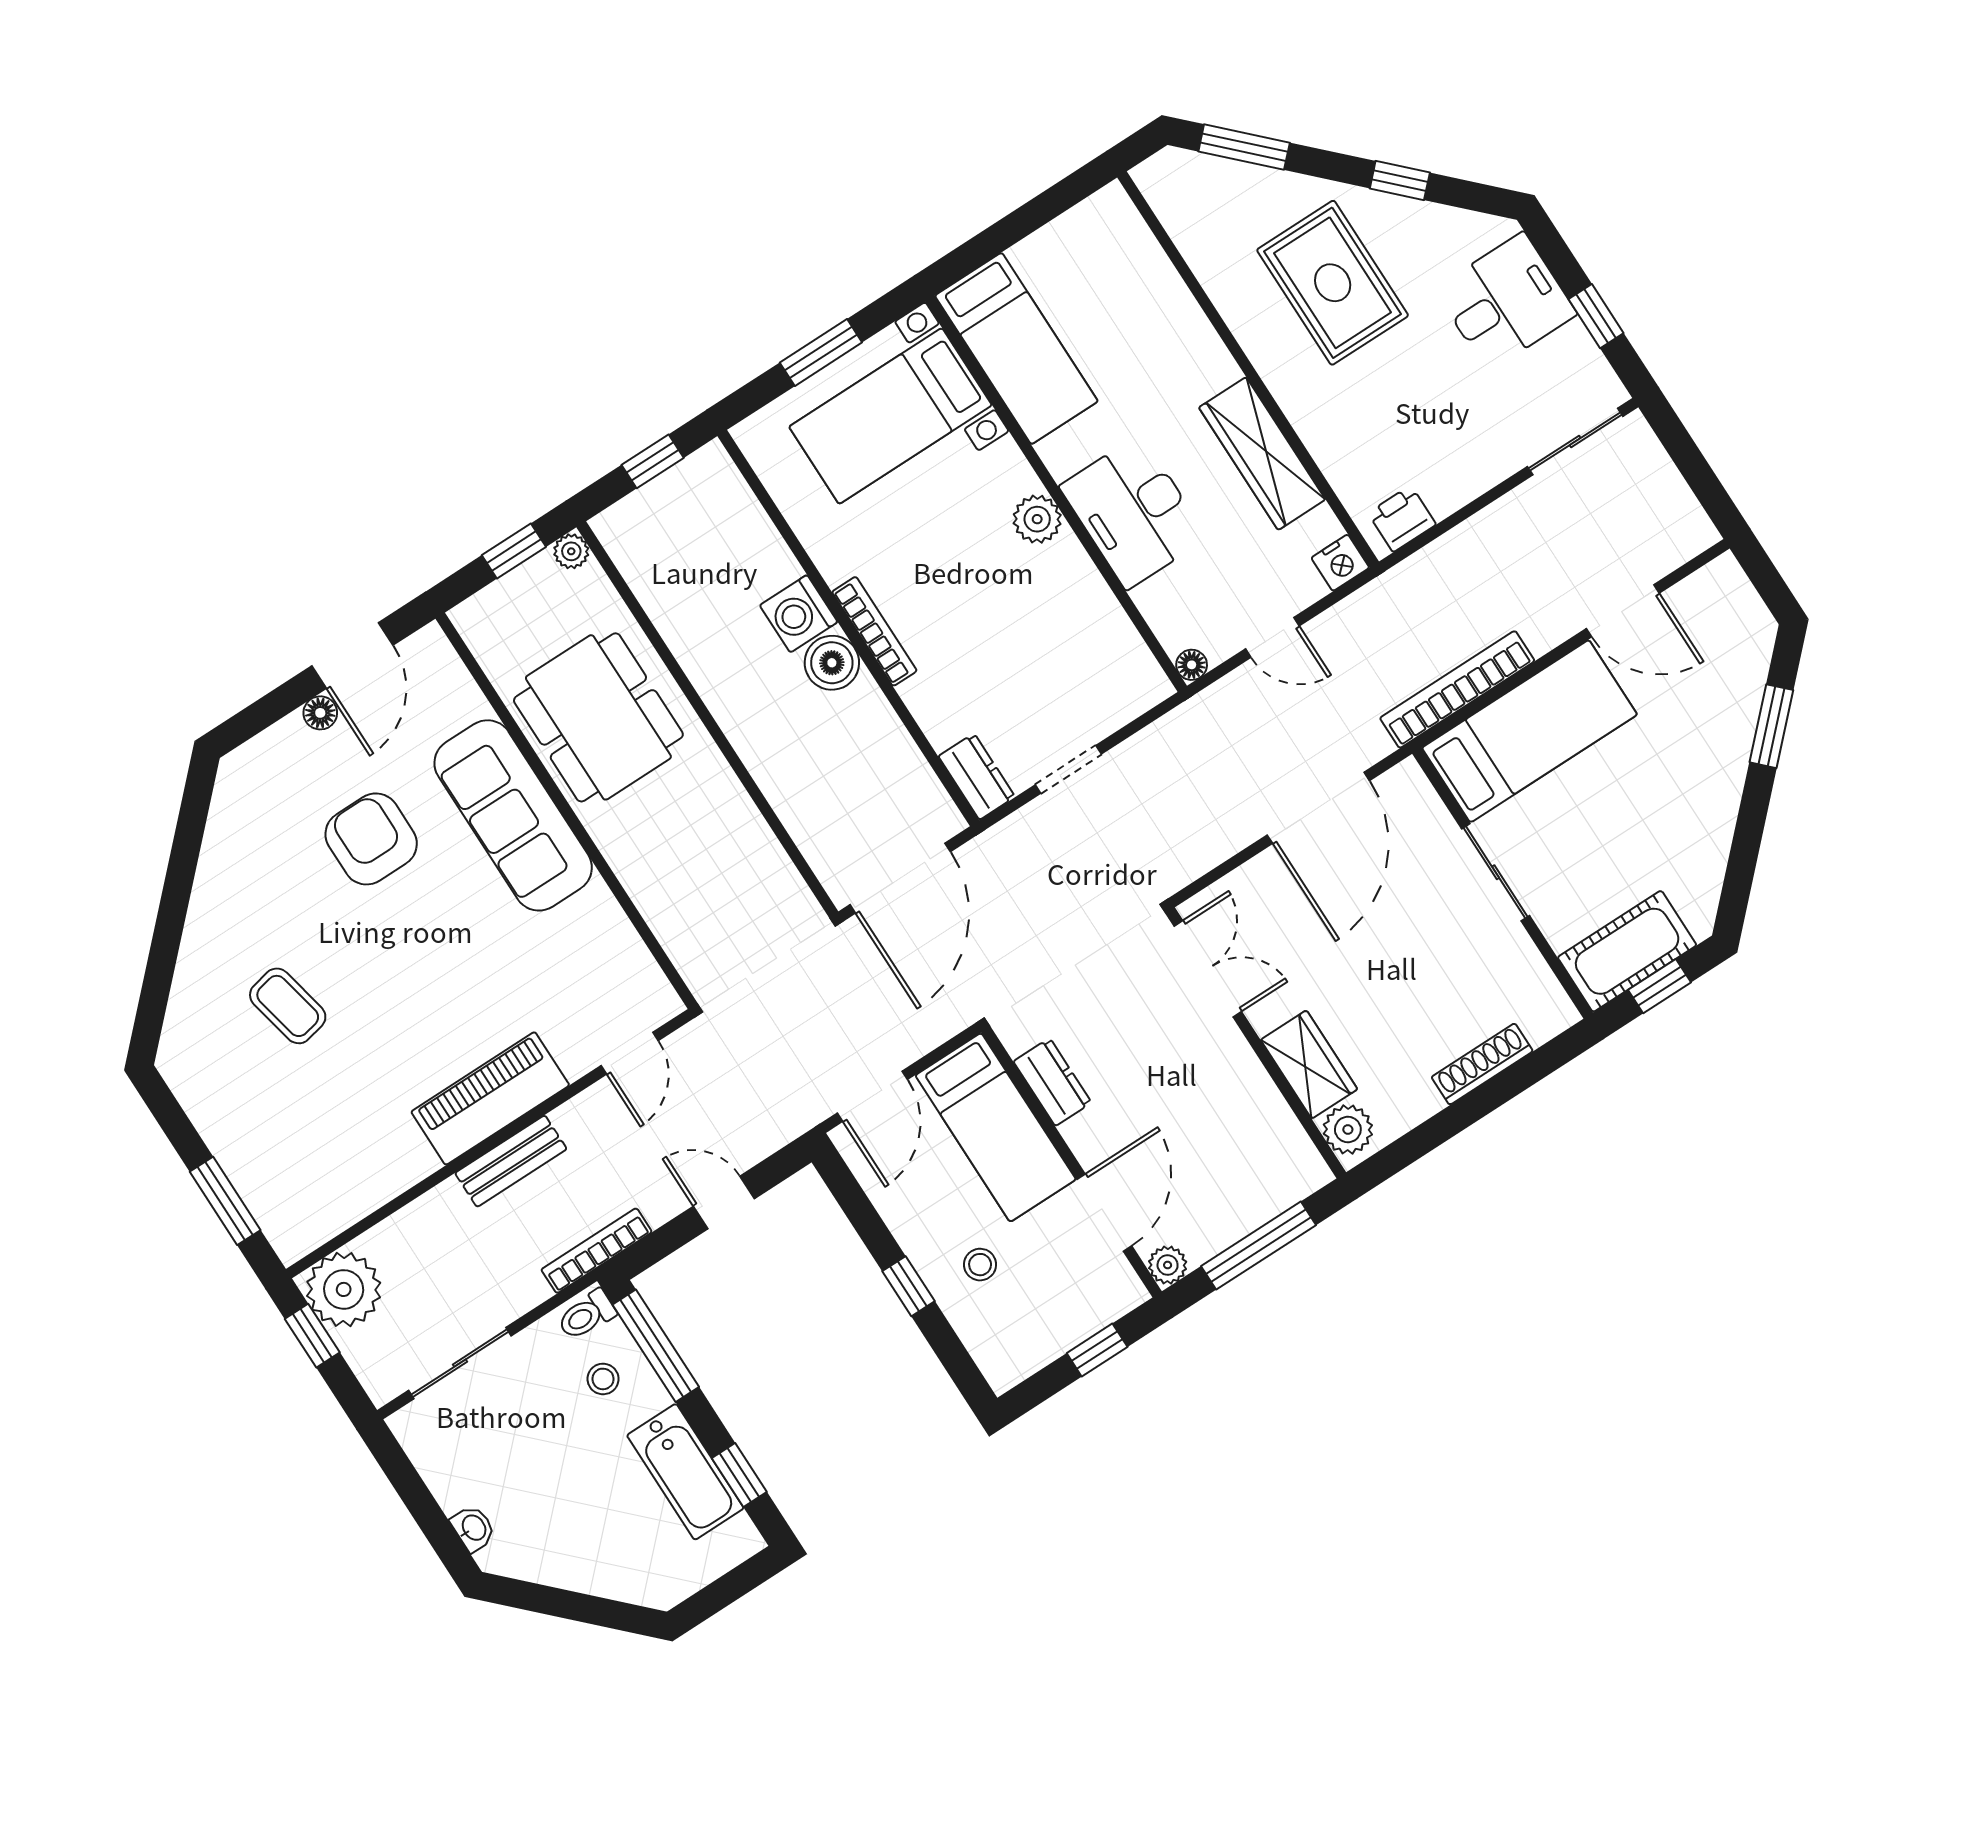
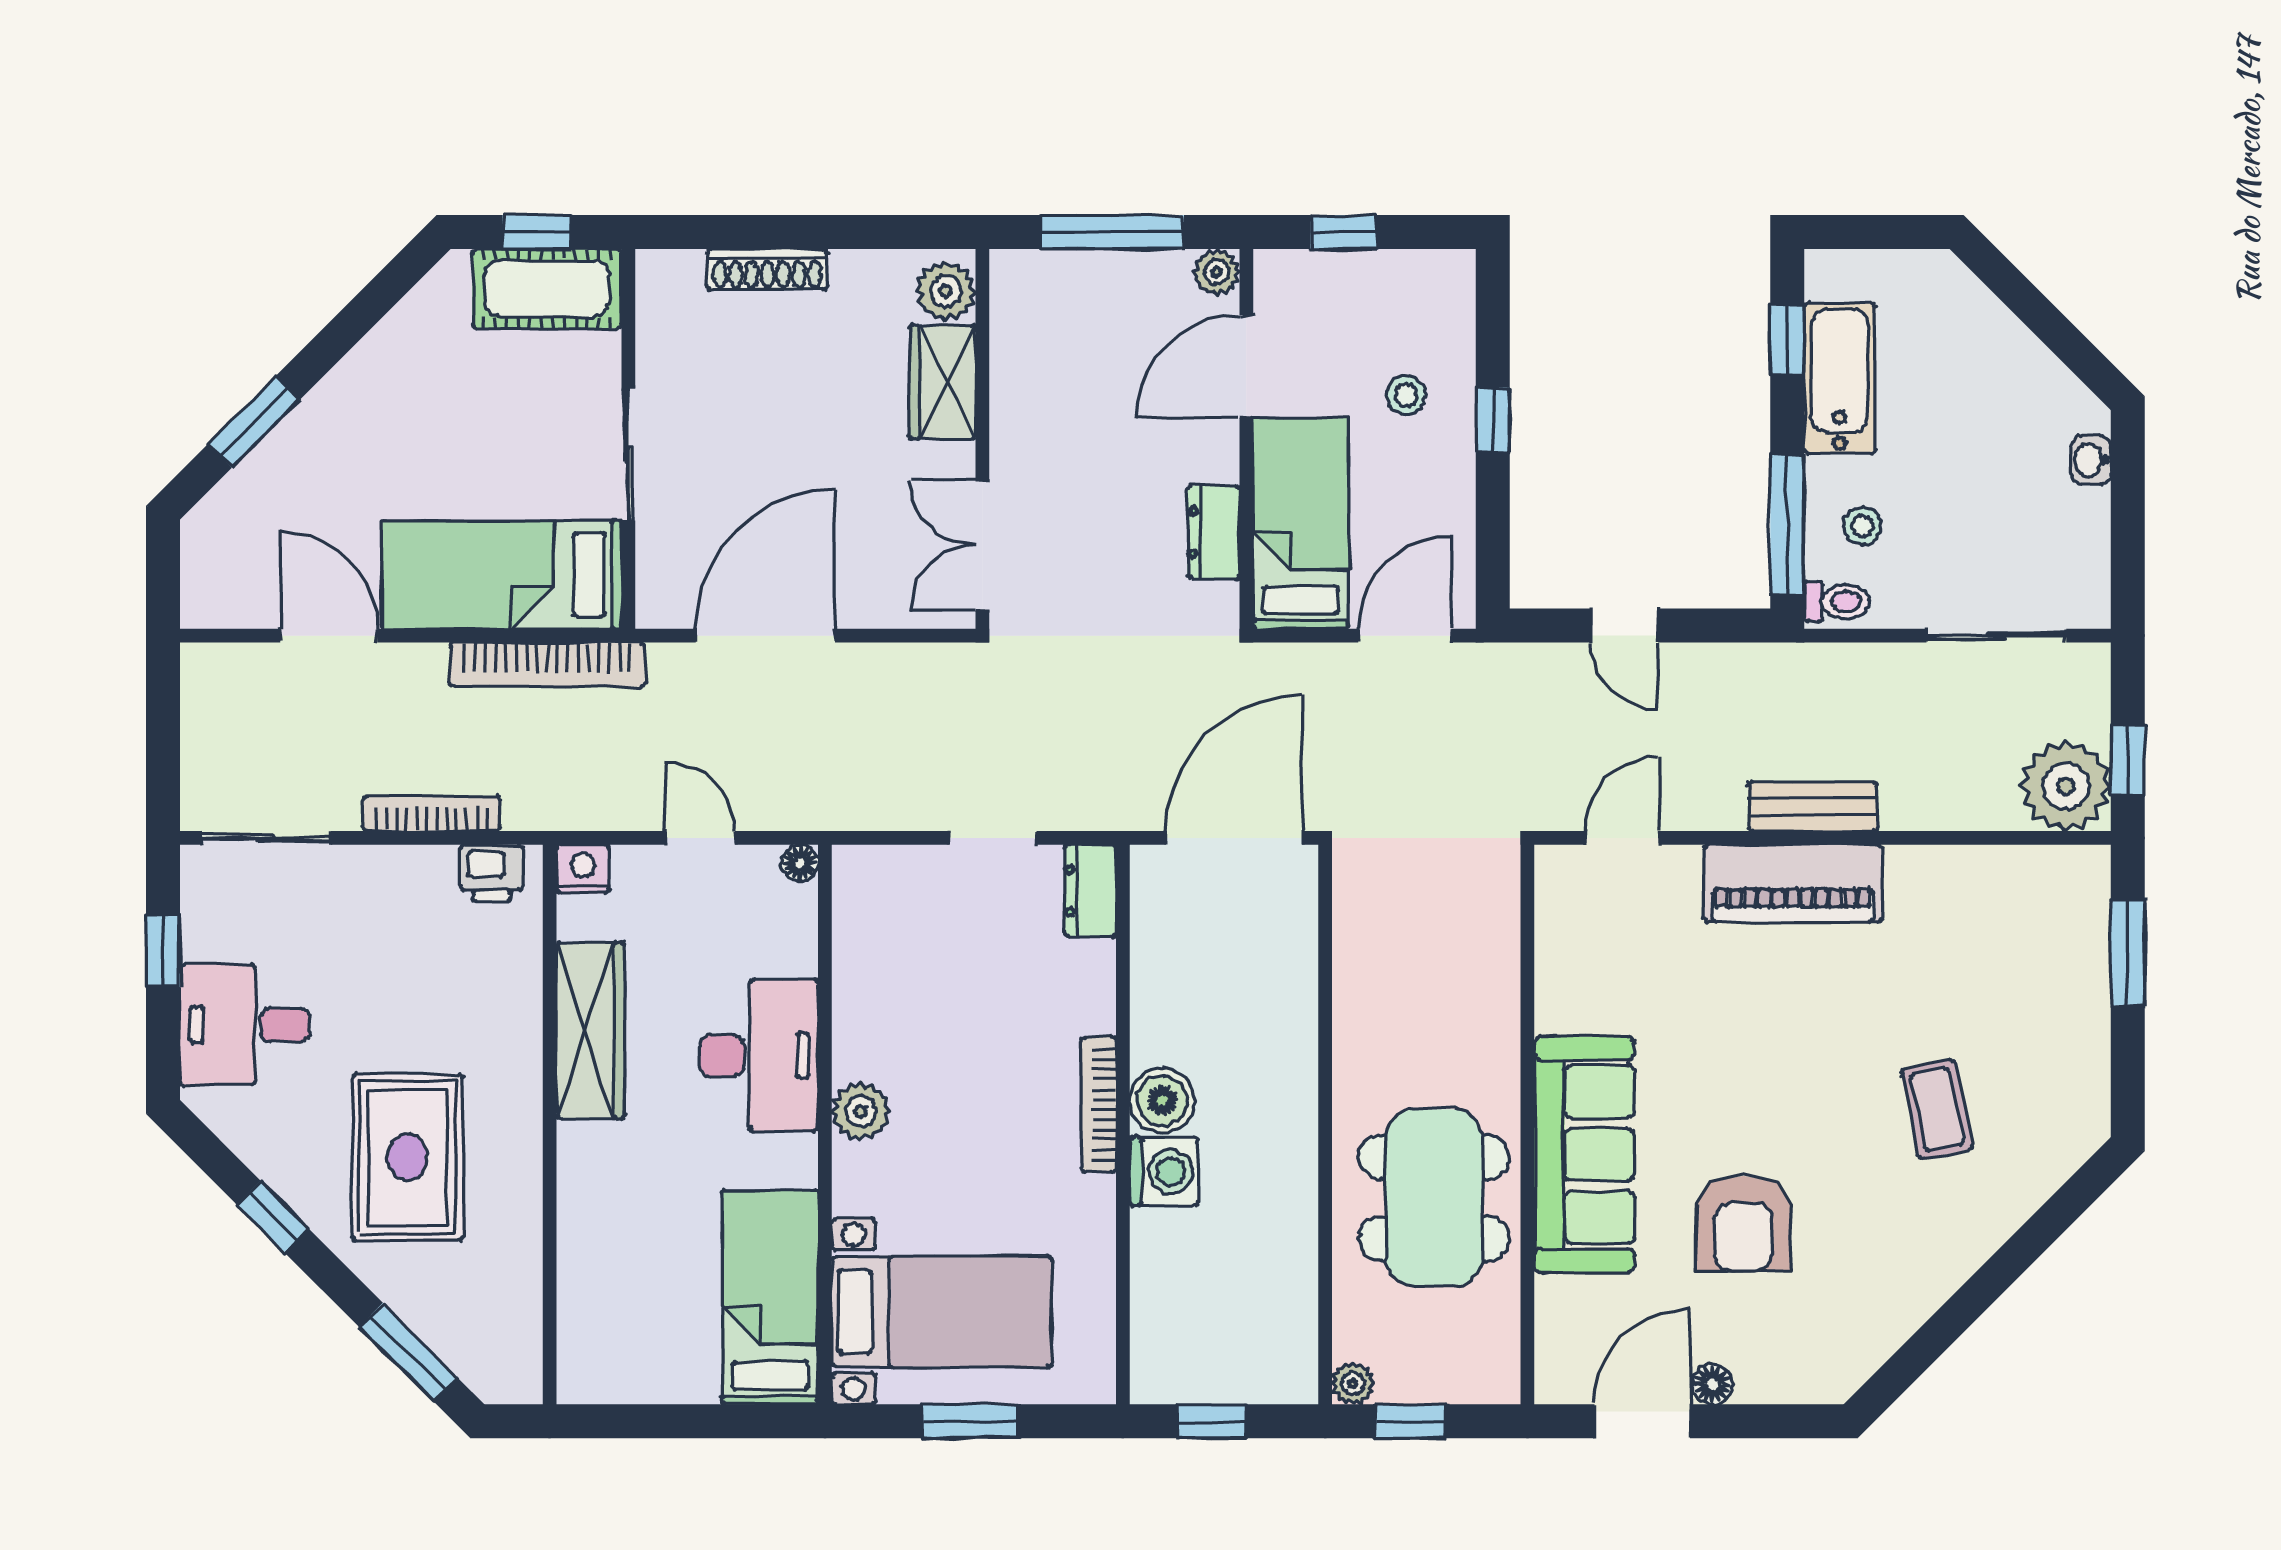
bookcase: (597, 1251) -> (432, 814), moved, turned 180

